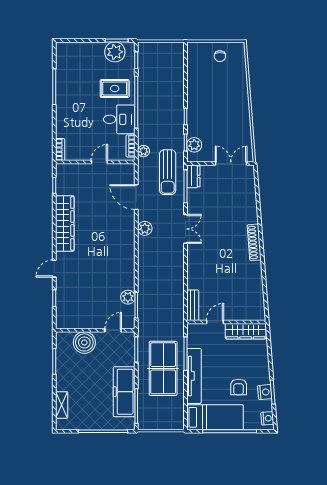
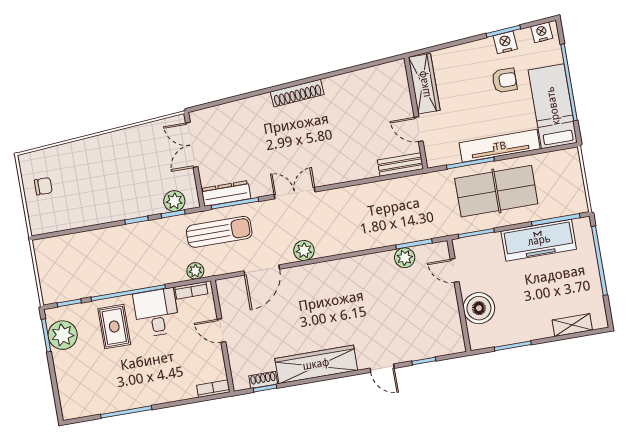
dresser: (193, 176) -> (226, 193), width x1.44
shoe rack: (60, 185) -> (263, 380), added

